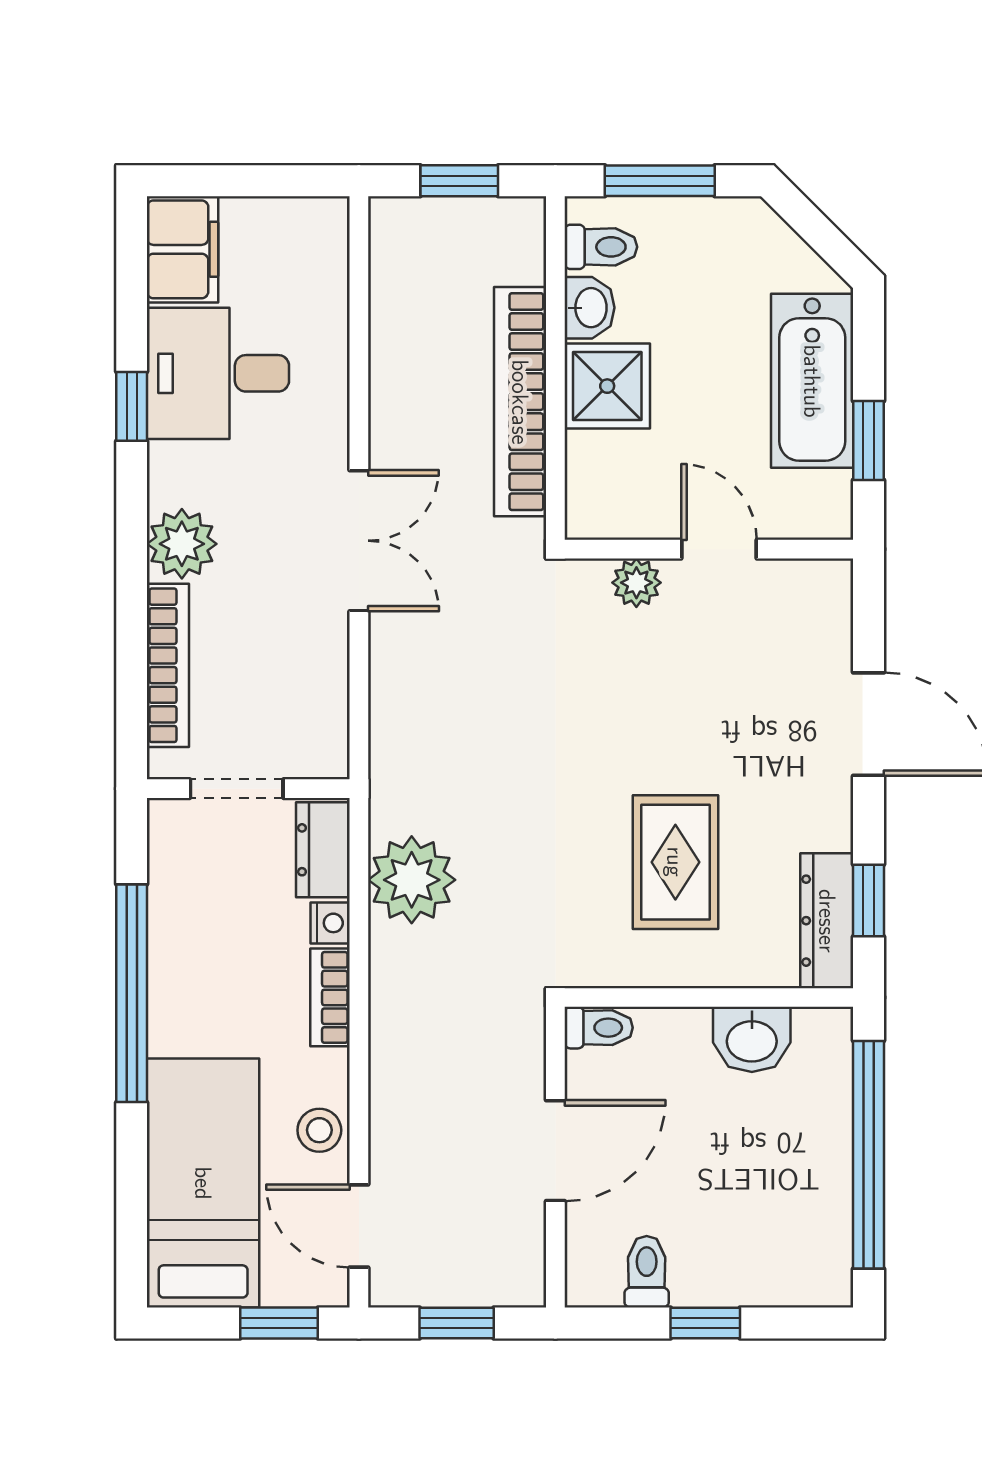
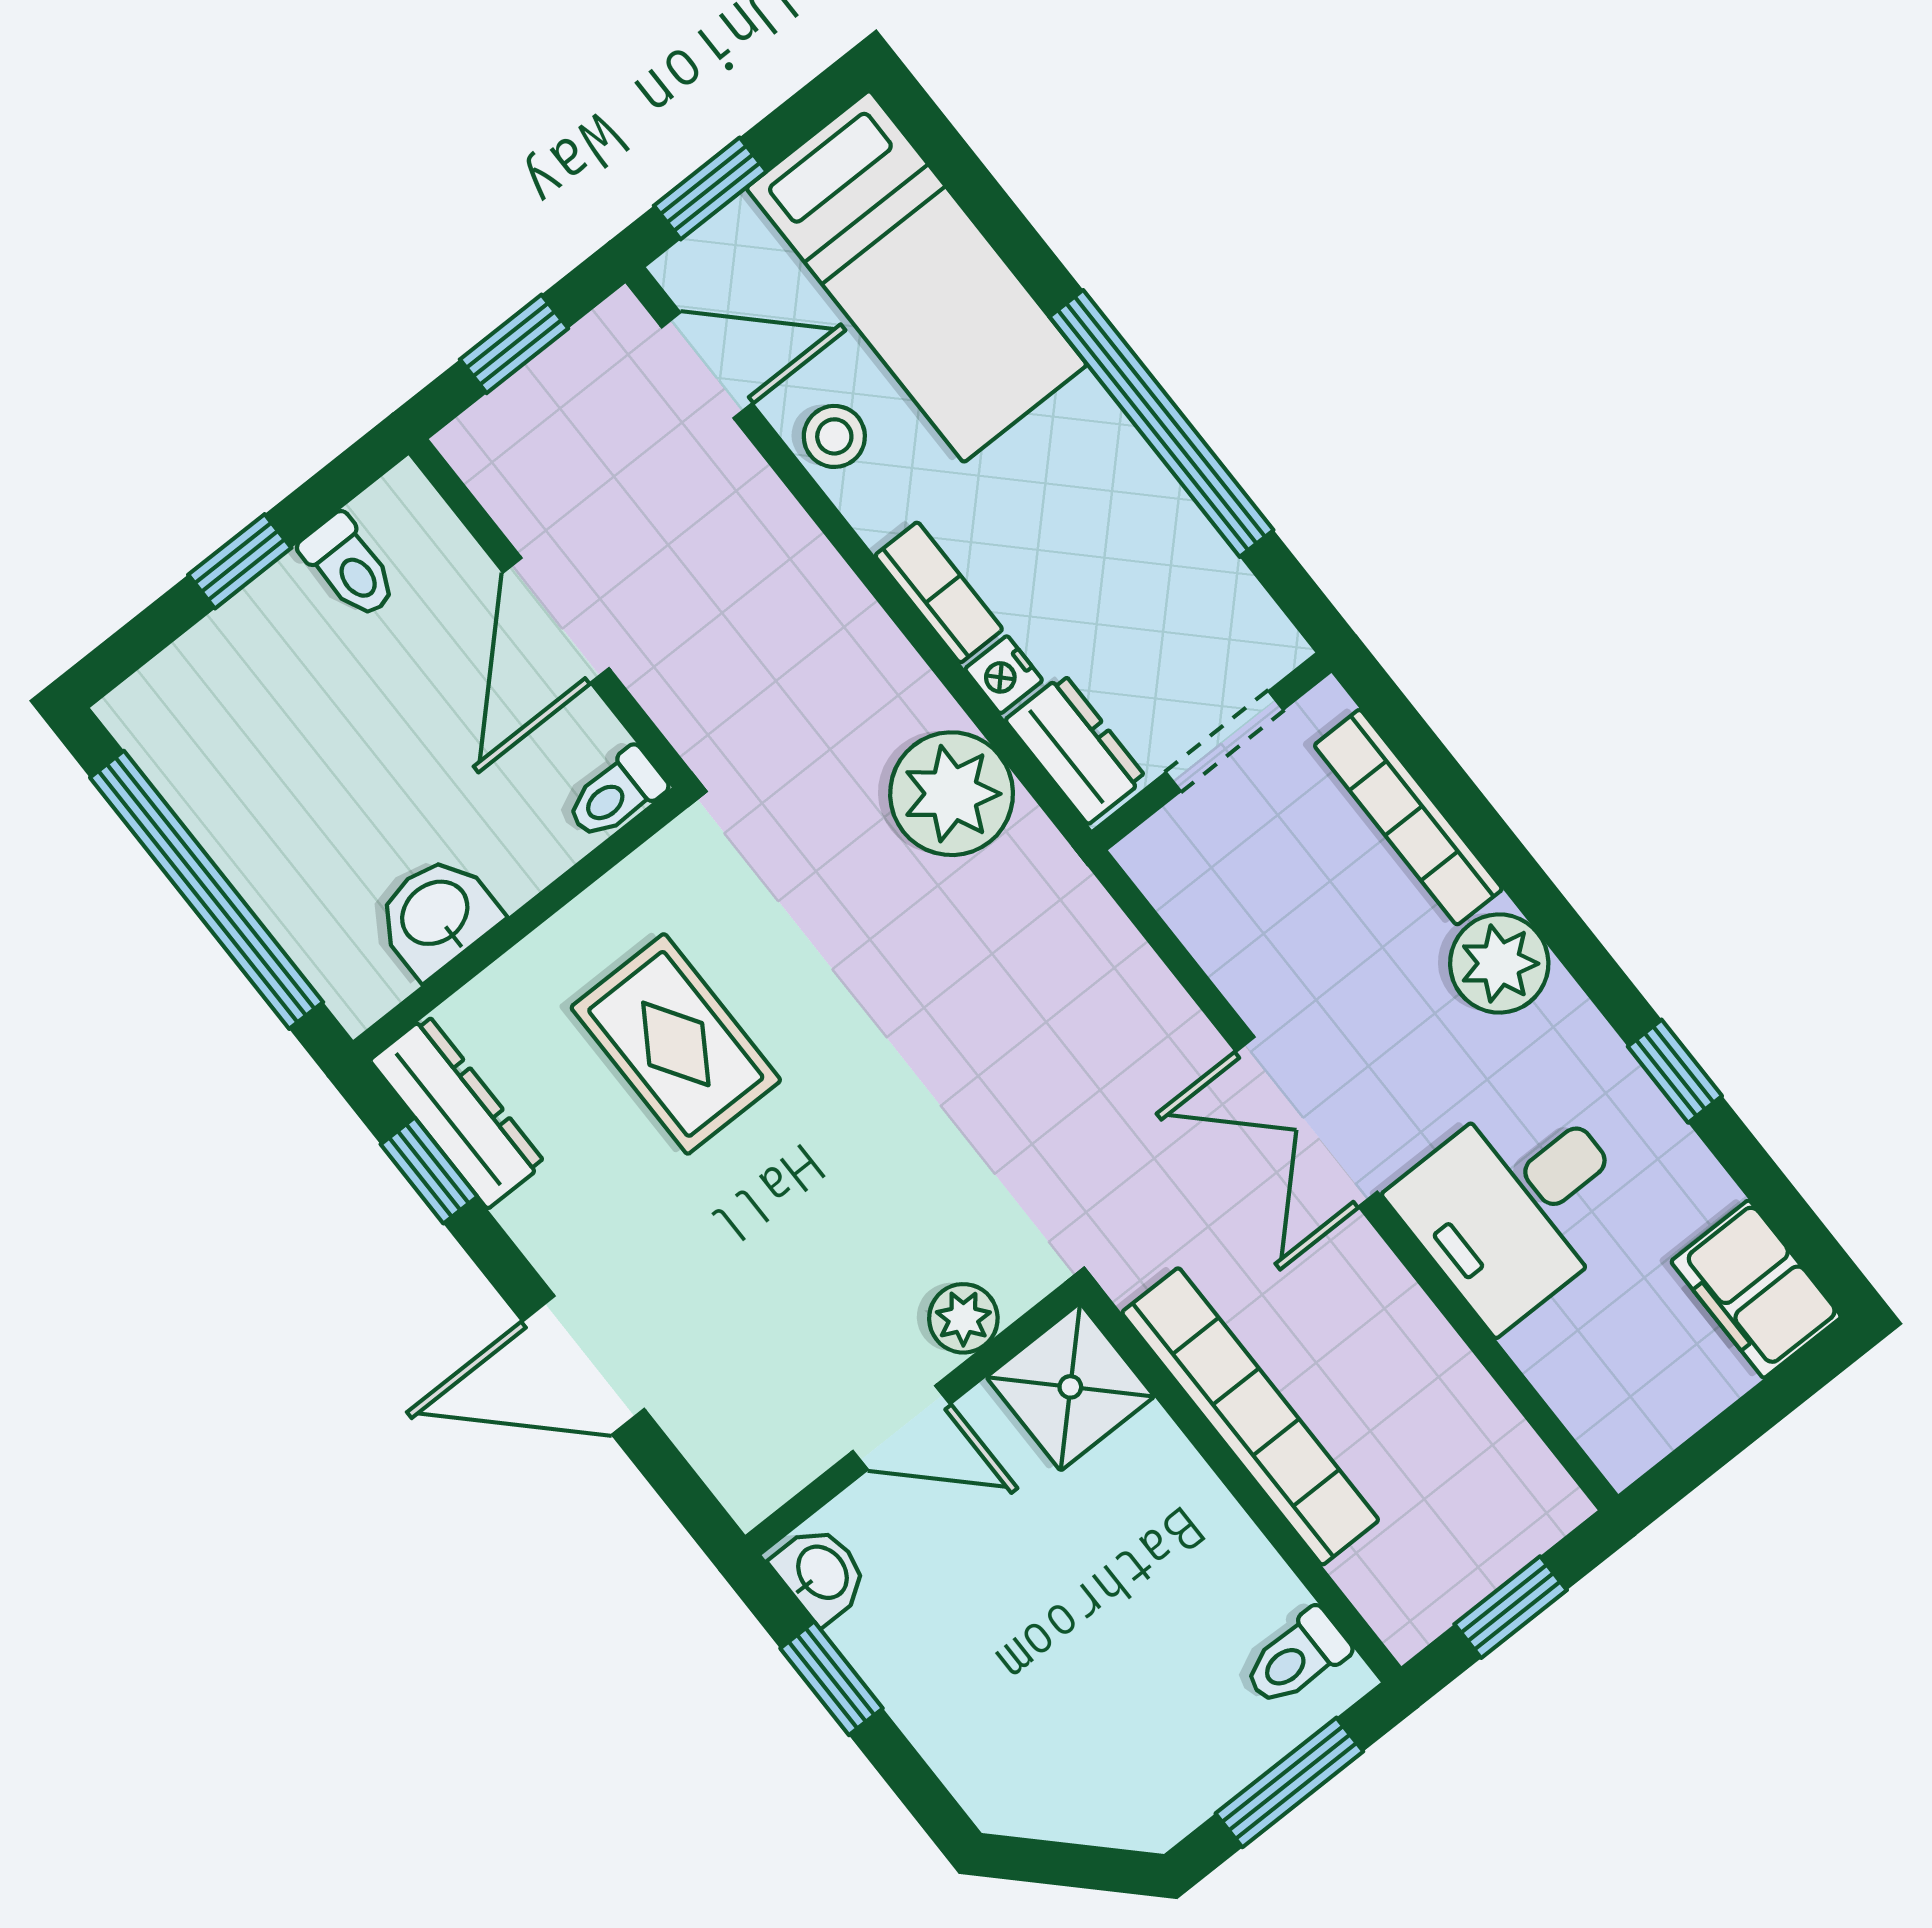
washbasin: (590, 308) -> (821, 1574), moved, turned 180
desk: (218, 373) -> (1516, 1205), moved, turned 180
bathtub: (812, 381) -> (946, 1695), removed
shower: (607, 386) -> (1070, 1387), moved

